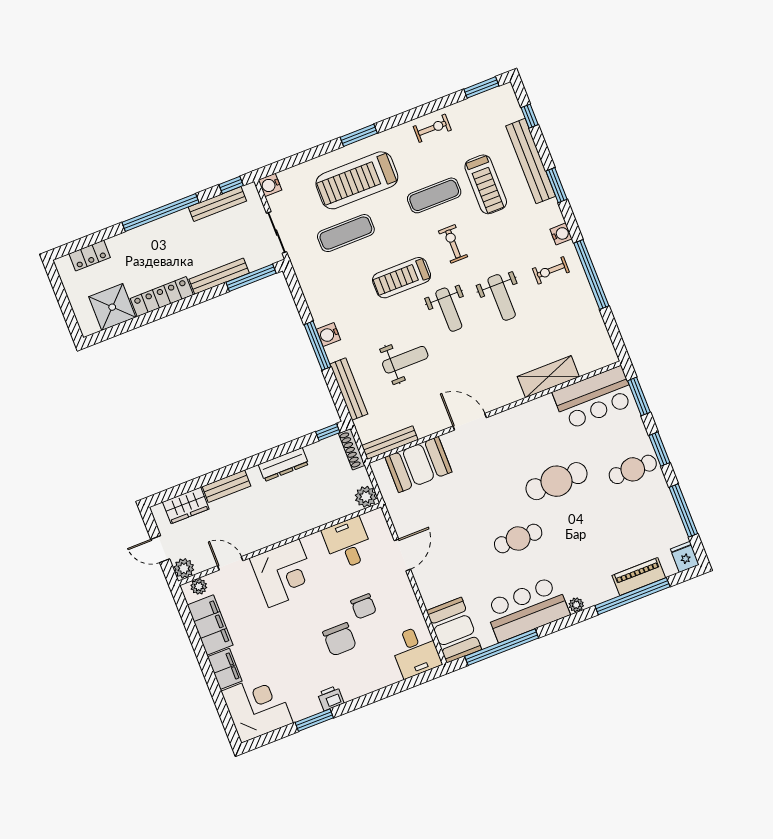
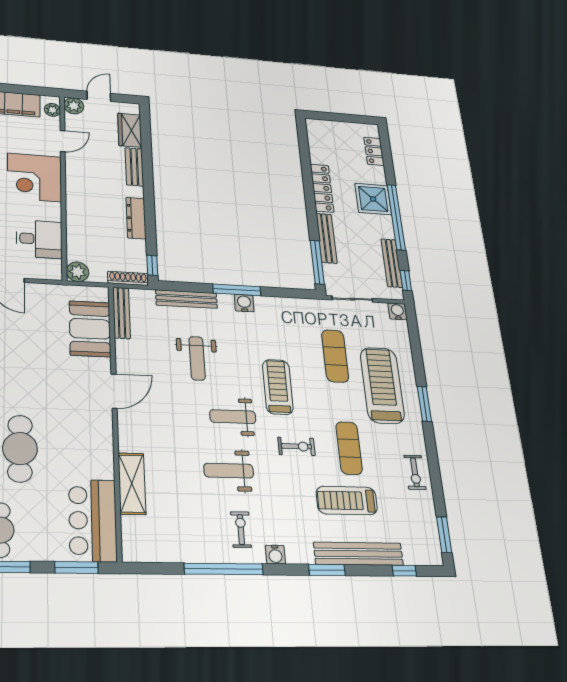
shower: (112, 307) -> (373, 199), moved

